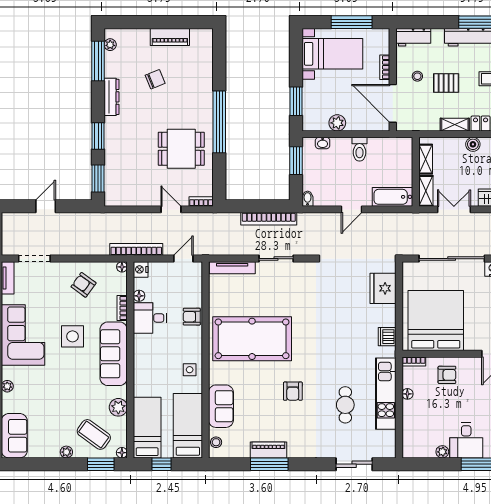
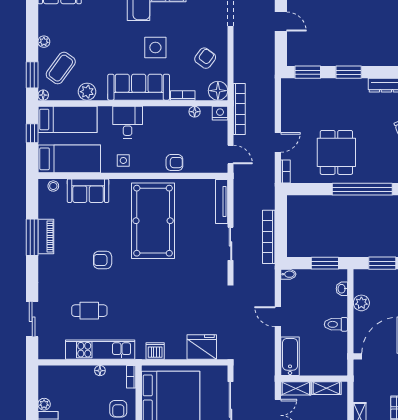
floor lamp: (122, 267) -> (218, 91), width x1.89, depth x1.89
armchair: (192, 317) -> (174, 163), turned 90
desk: (150, 318) -> (128, 122), moved

